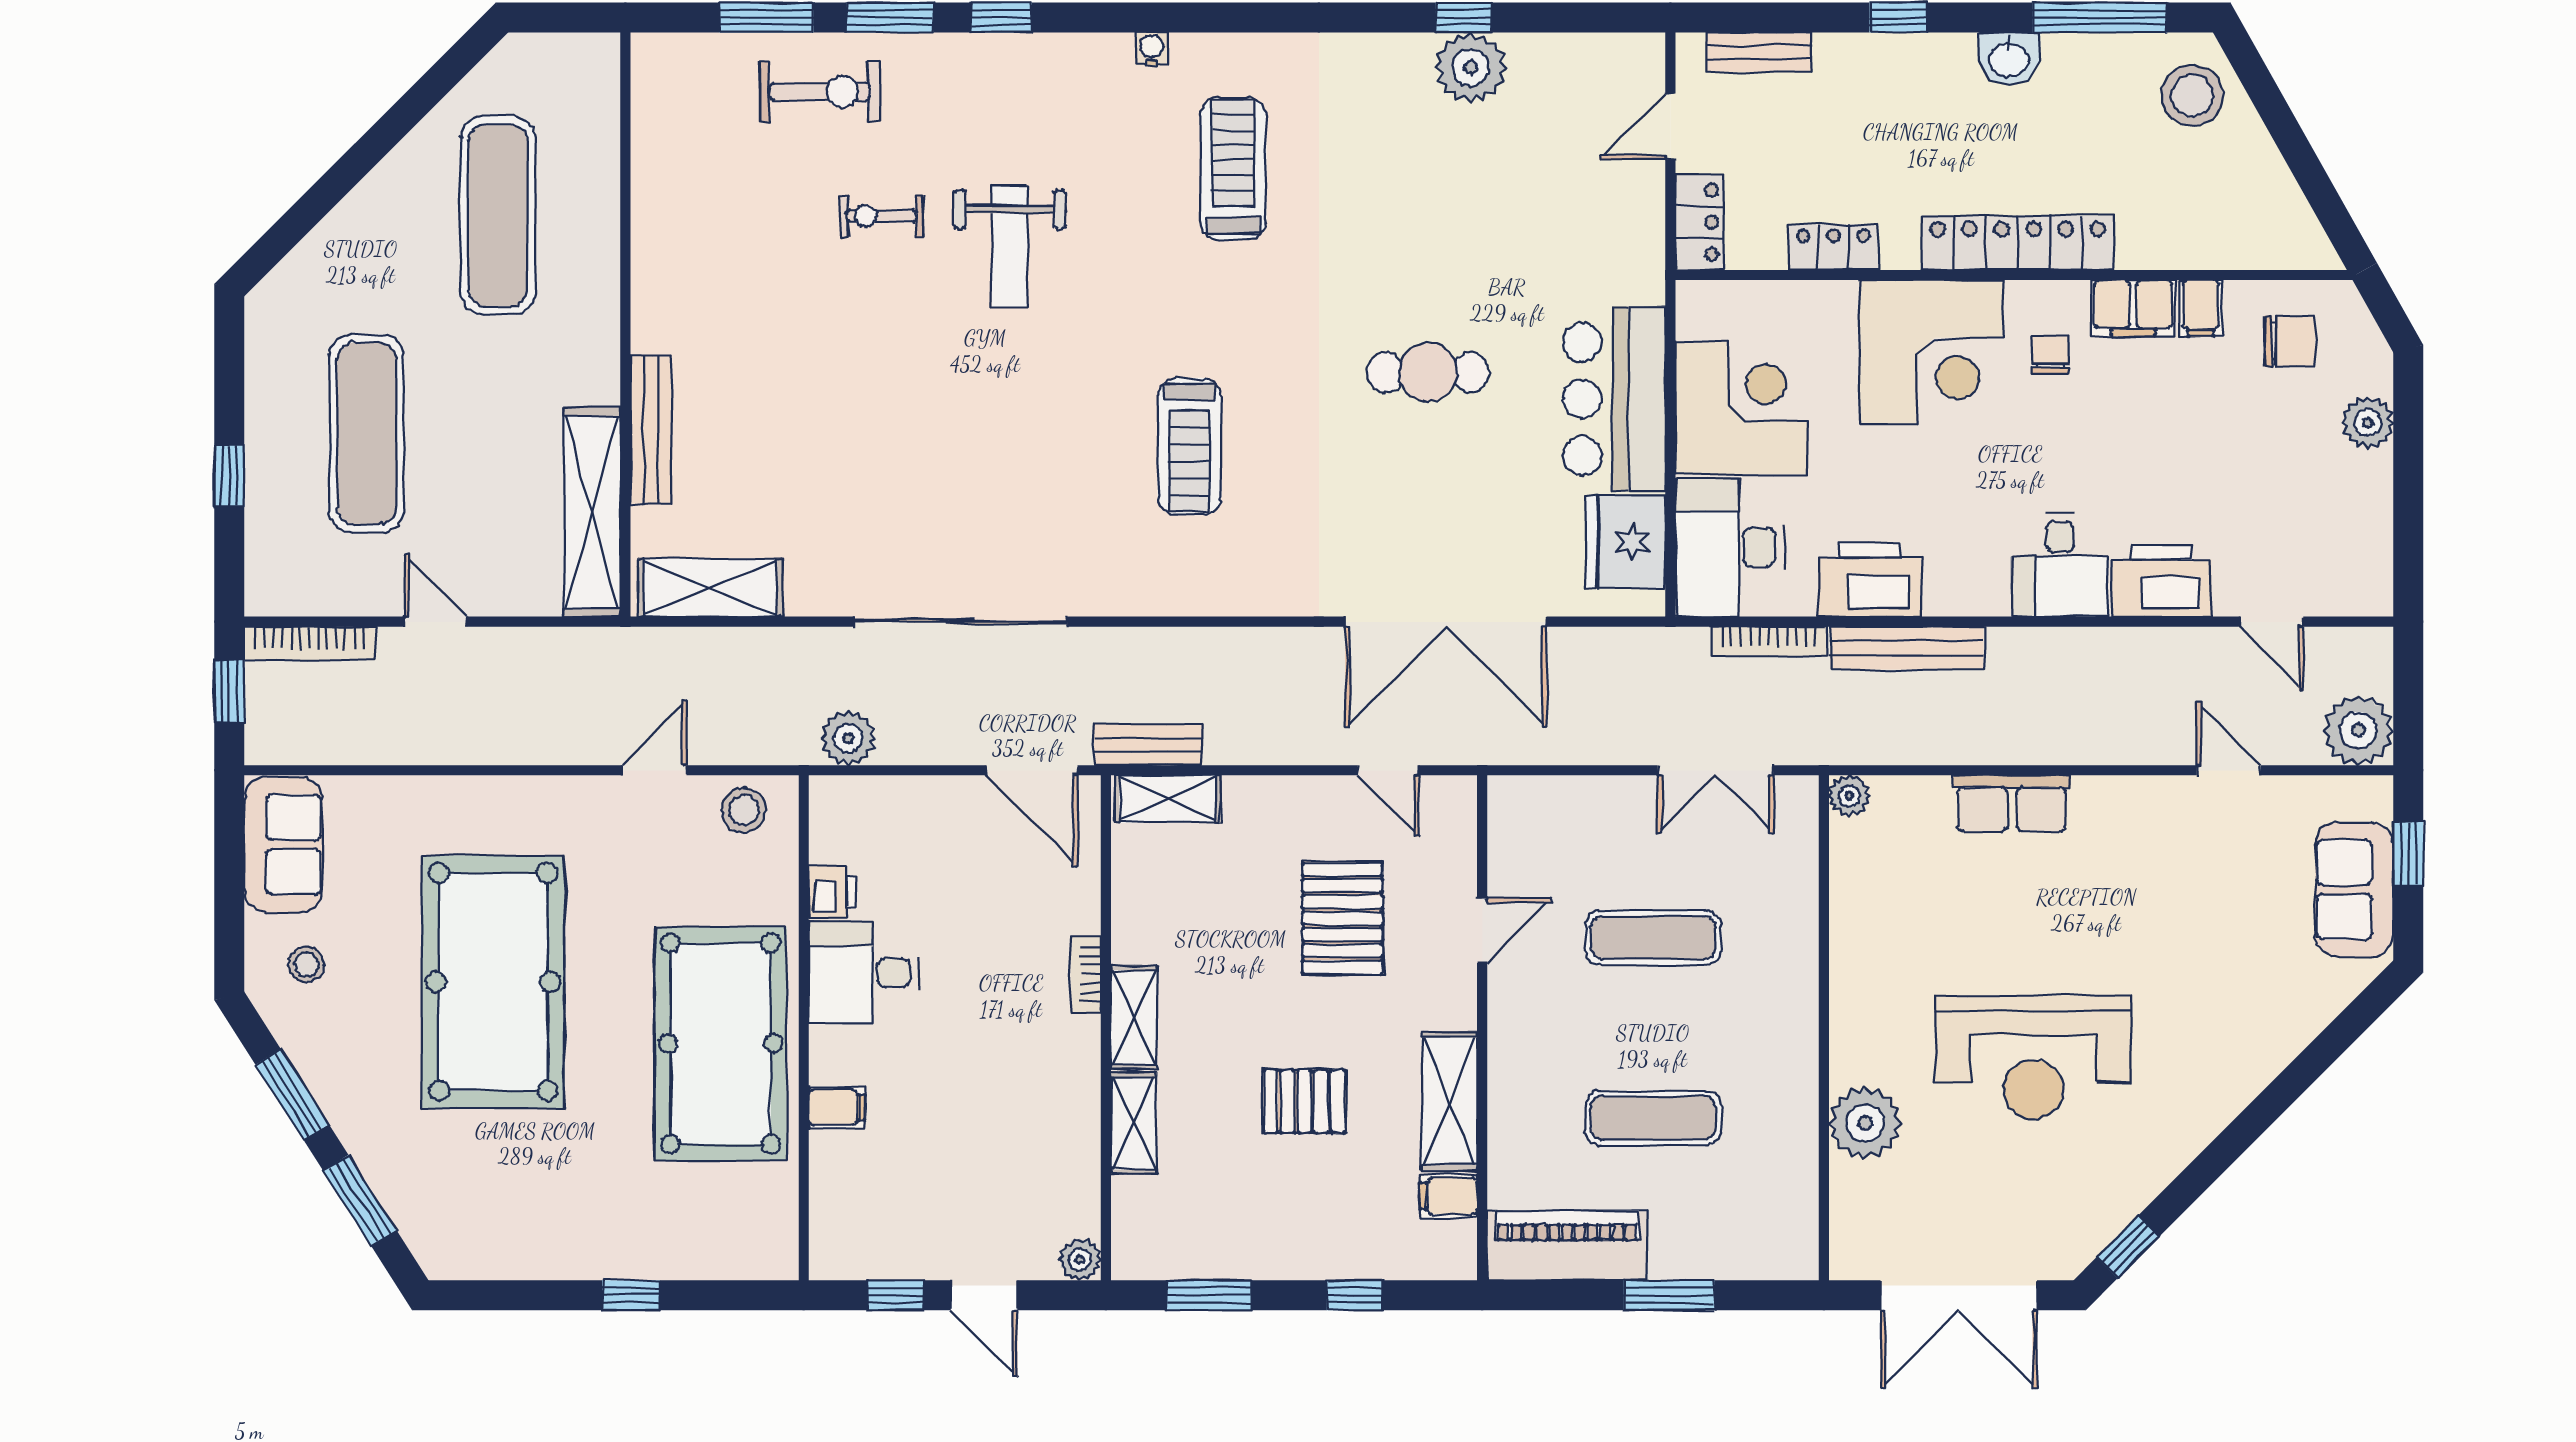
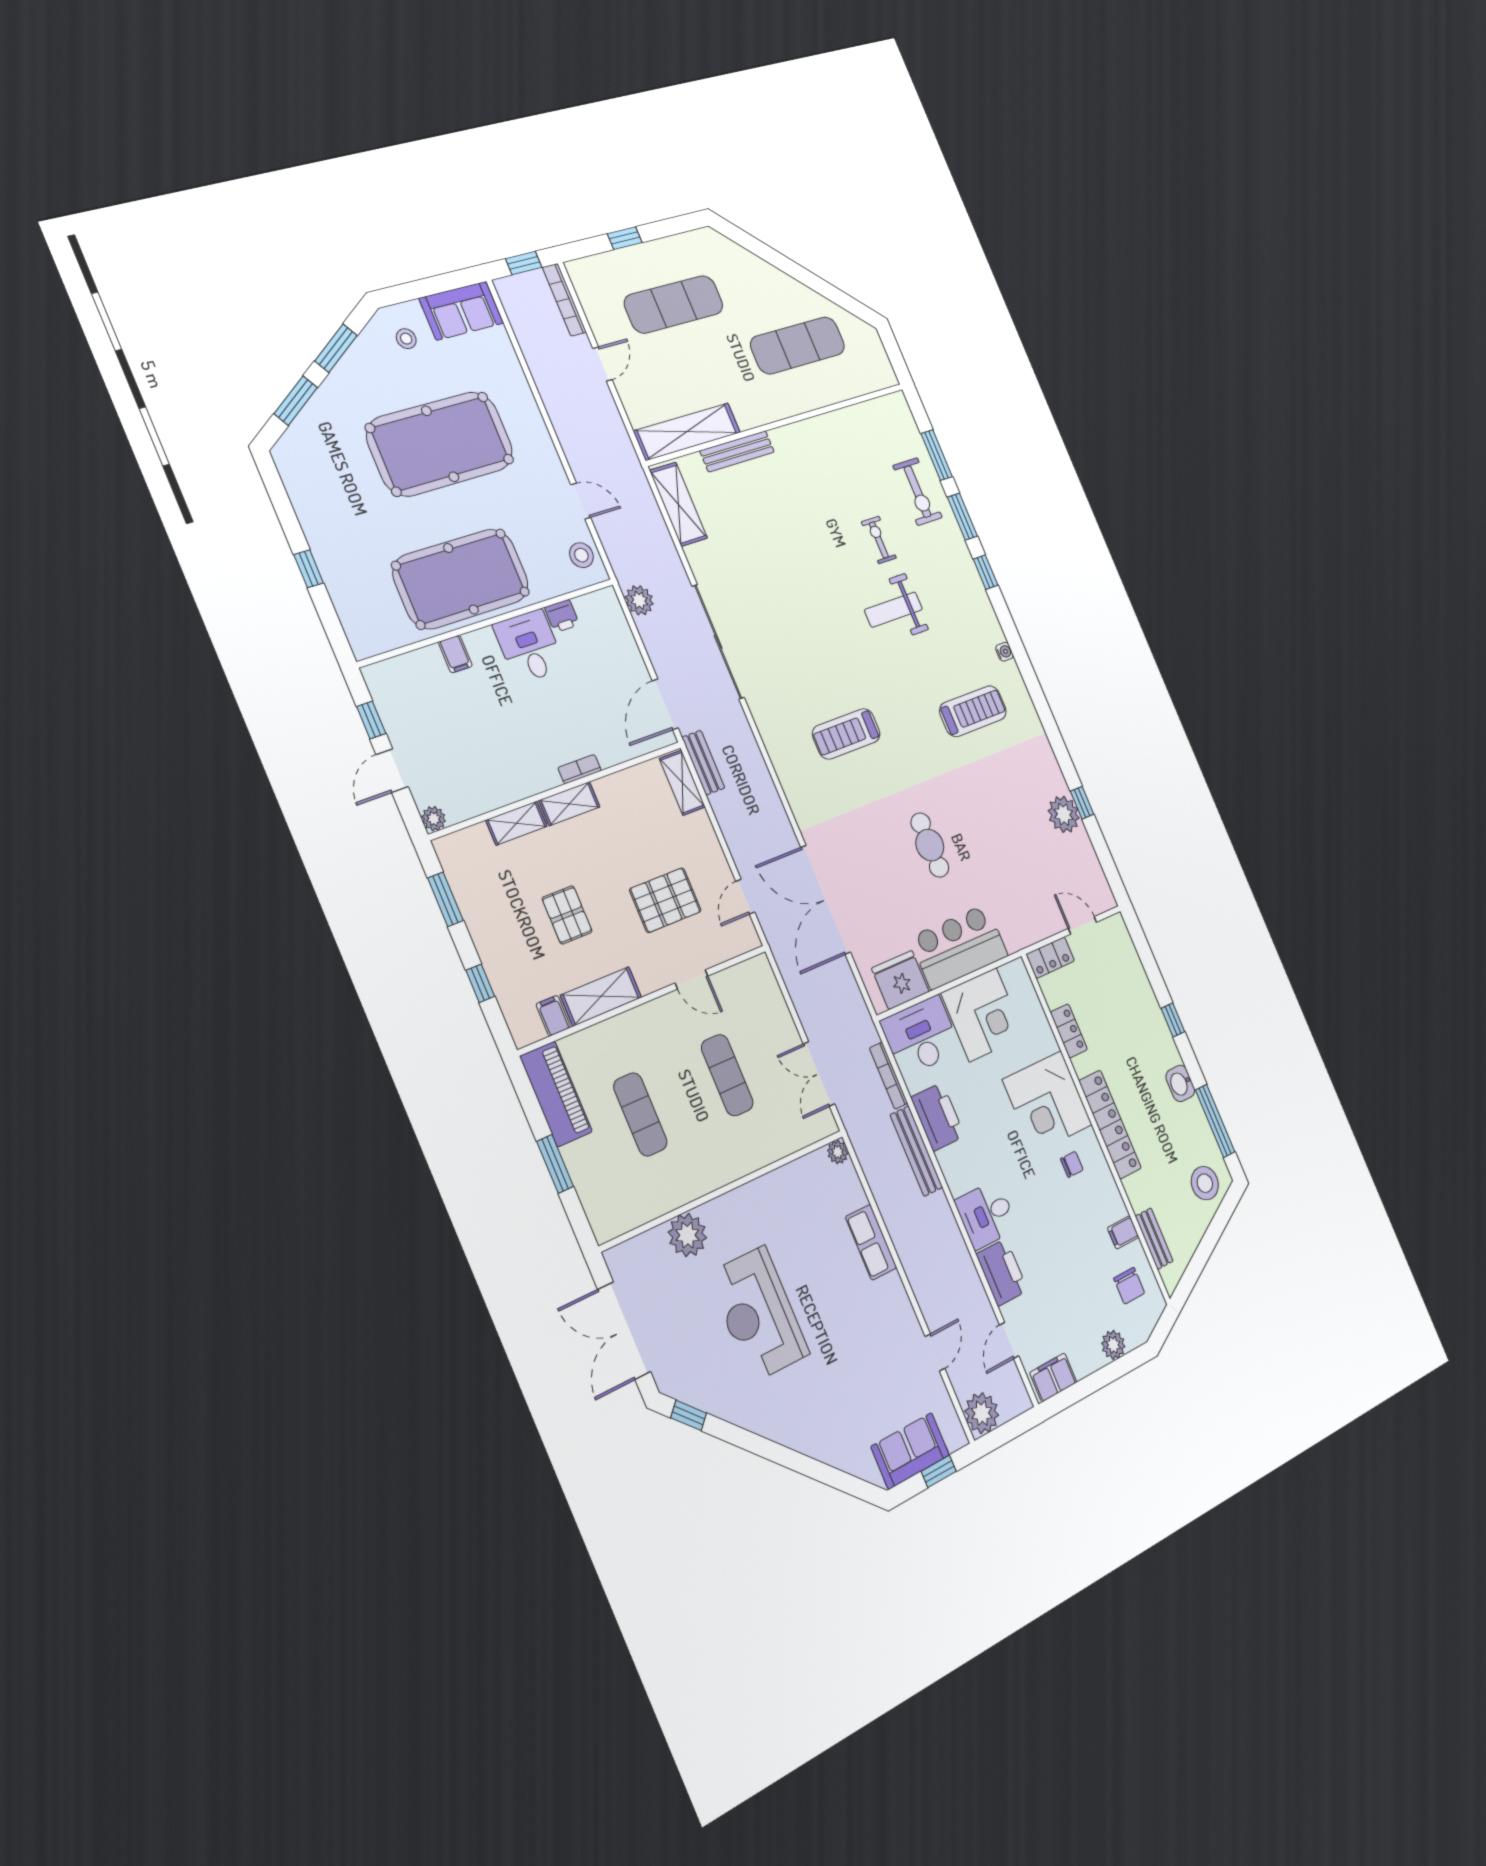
bench: (1759, 52) -> (1154, 1239), moved
filing cabinet: (2133, 308) -> (1053, 1377), moved, turned 90

